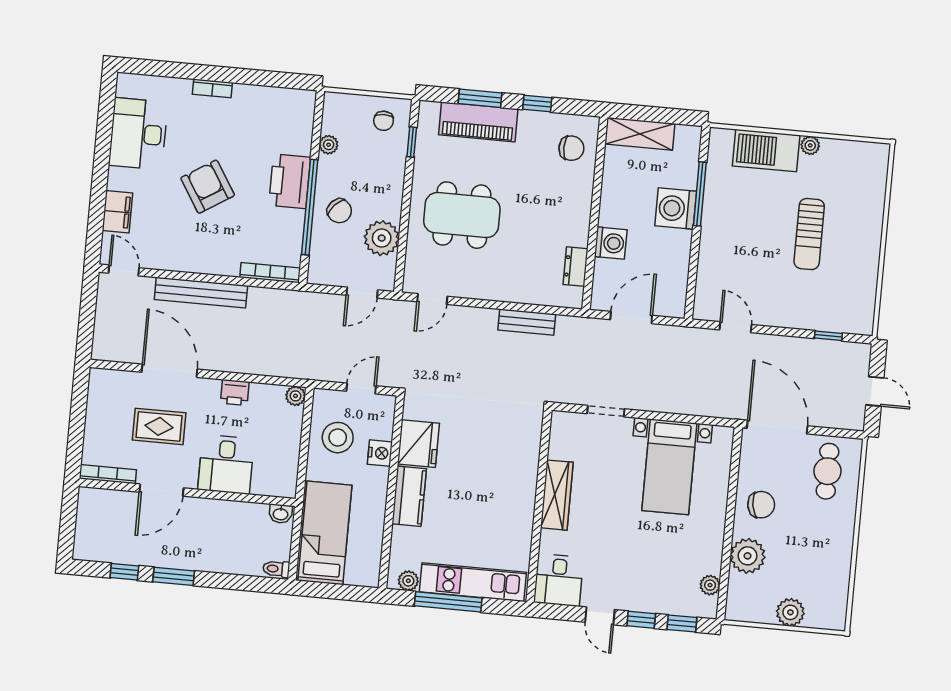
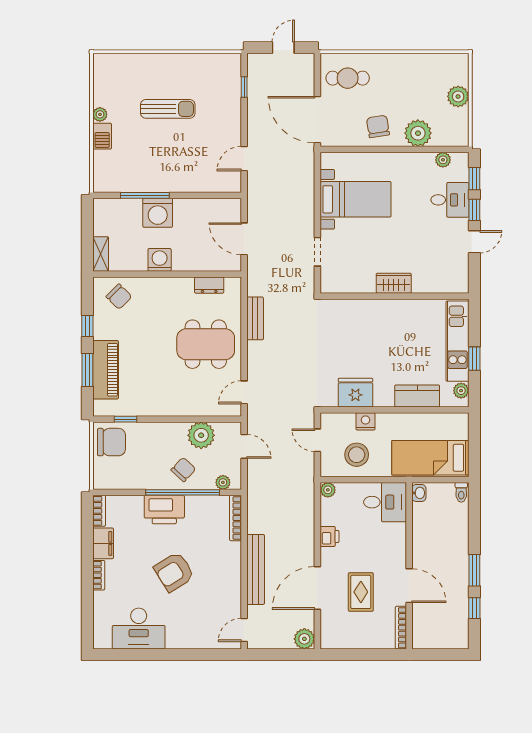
bookcase: (296, 97) -> (99, 511), added
chair: (384, 121) -> (111, 442), width x1.87, depth x1.87
shelving: (640, 134) -> (101, 254), width x0.67, depth x0.75
plant: (329, 145) -> (223, 482), moved
chair: (571, 148) -> (119, 297), turned 135
barbecue: (766, 151) -> (102, 136), width x0.53, depth x0.65
filing cabinet: (117, 212) -> (103, 543), moved, turned 90
dining table: (462, 215) -> (206, 344), moved, turned 90
washing machine: (611, 243) -> (160, 260), moved
door: (432, 299) -> (244, 392), swing flipped
plant: (105, 348) -> (304, 639), added
door: (777, 427) -> (317, 120), hinge flipped
desk: (226, 464) -> (385, 502), moved
wardrobe: (557, 495) -> (394, 283), width x0.67
kitchen counter: (409, 496) -> (417, 396), moved
desk: (559, 580) -> (450, 200), moved
window: (448, 602) -> (474, 359), width x0.46

